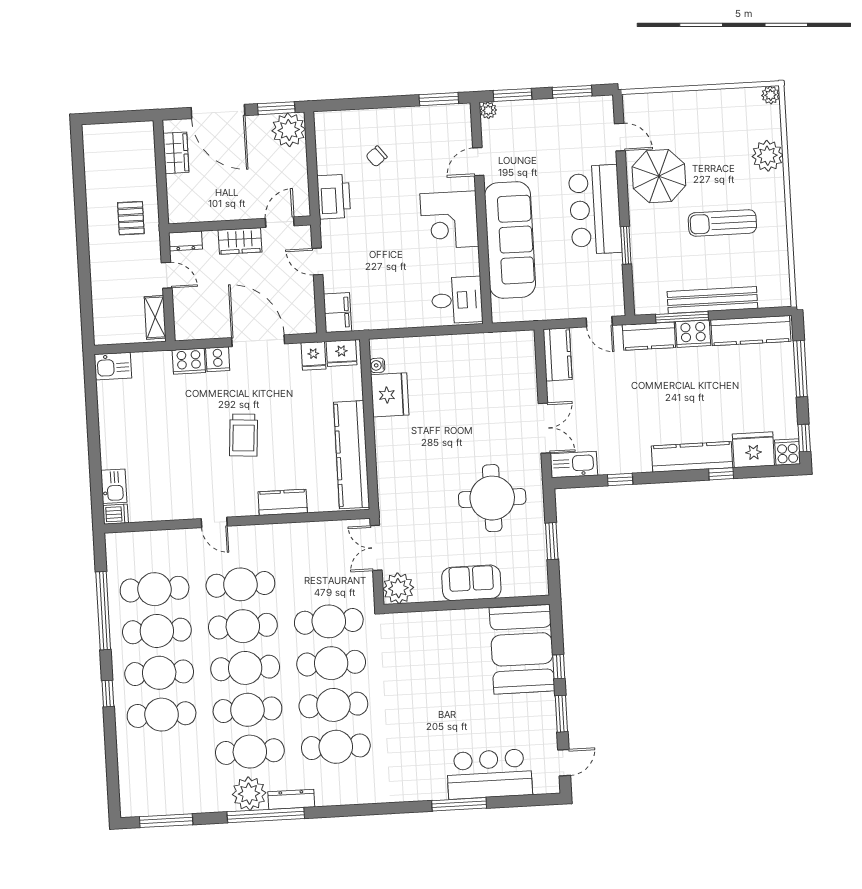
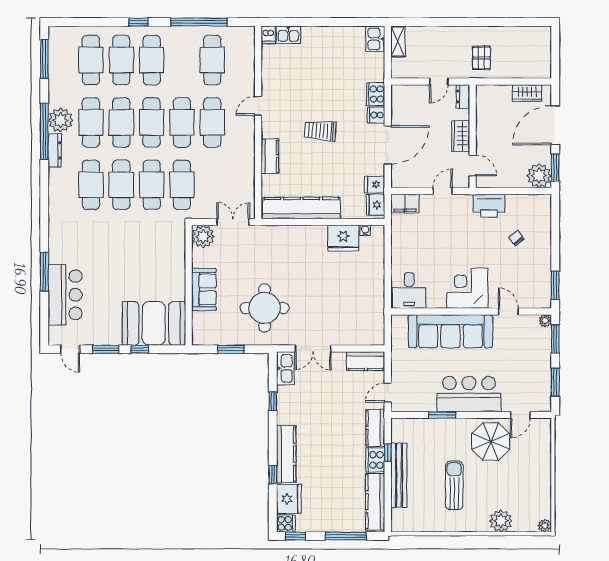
pallet: (131, 218) -> (482, 58), turned 90
shelving: (155, 317) -> (398, 41), moved, turned 90
window: (682, 317) -> (388, 453), width x0.46
cafe table: (157, 631) -> (91, 60), moved

